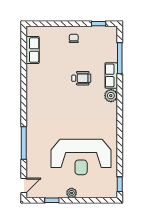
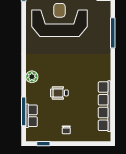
row of seats: (33, 50) -> (104, 106), width x2.02
row of seats: (111, 75) -> (32, 116), moved

